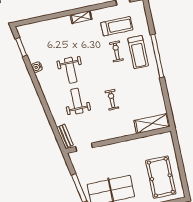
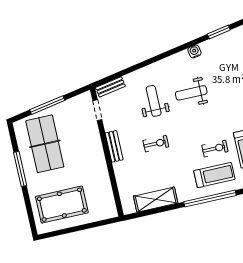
treadmill: (138, 52) -> (214, 175), turned 180
weight bench: (77, 101) -> (154, 101), turned -90
shelving: (152, 124) -> (156, 200), moved, turned 90
bench: (114, 134) -> (114, 146), added

